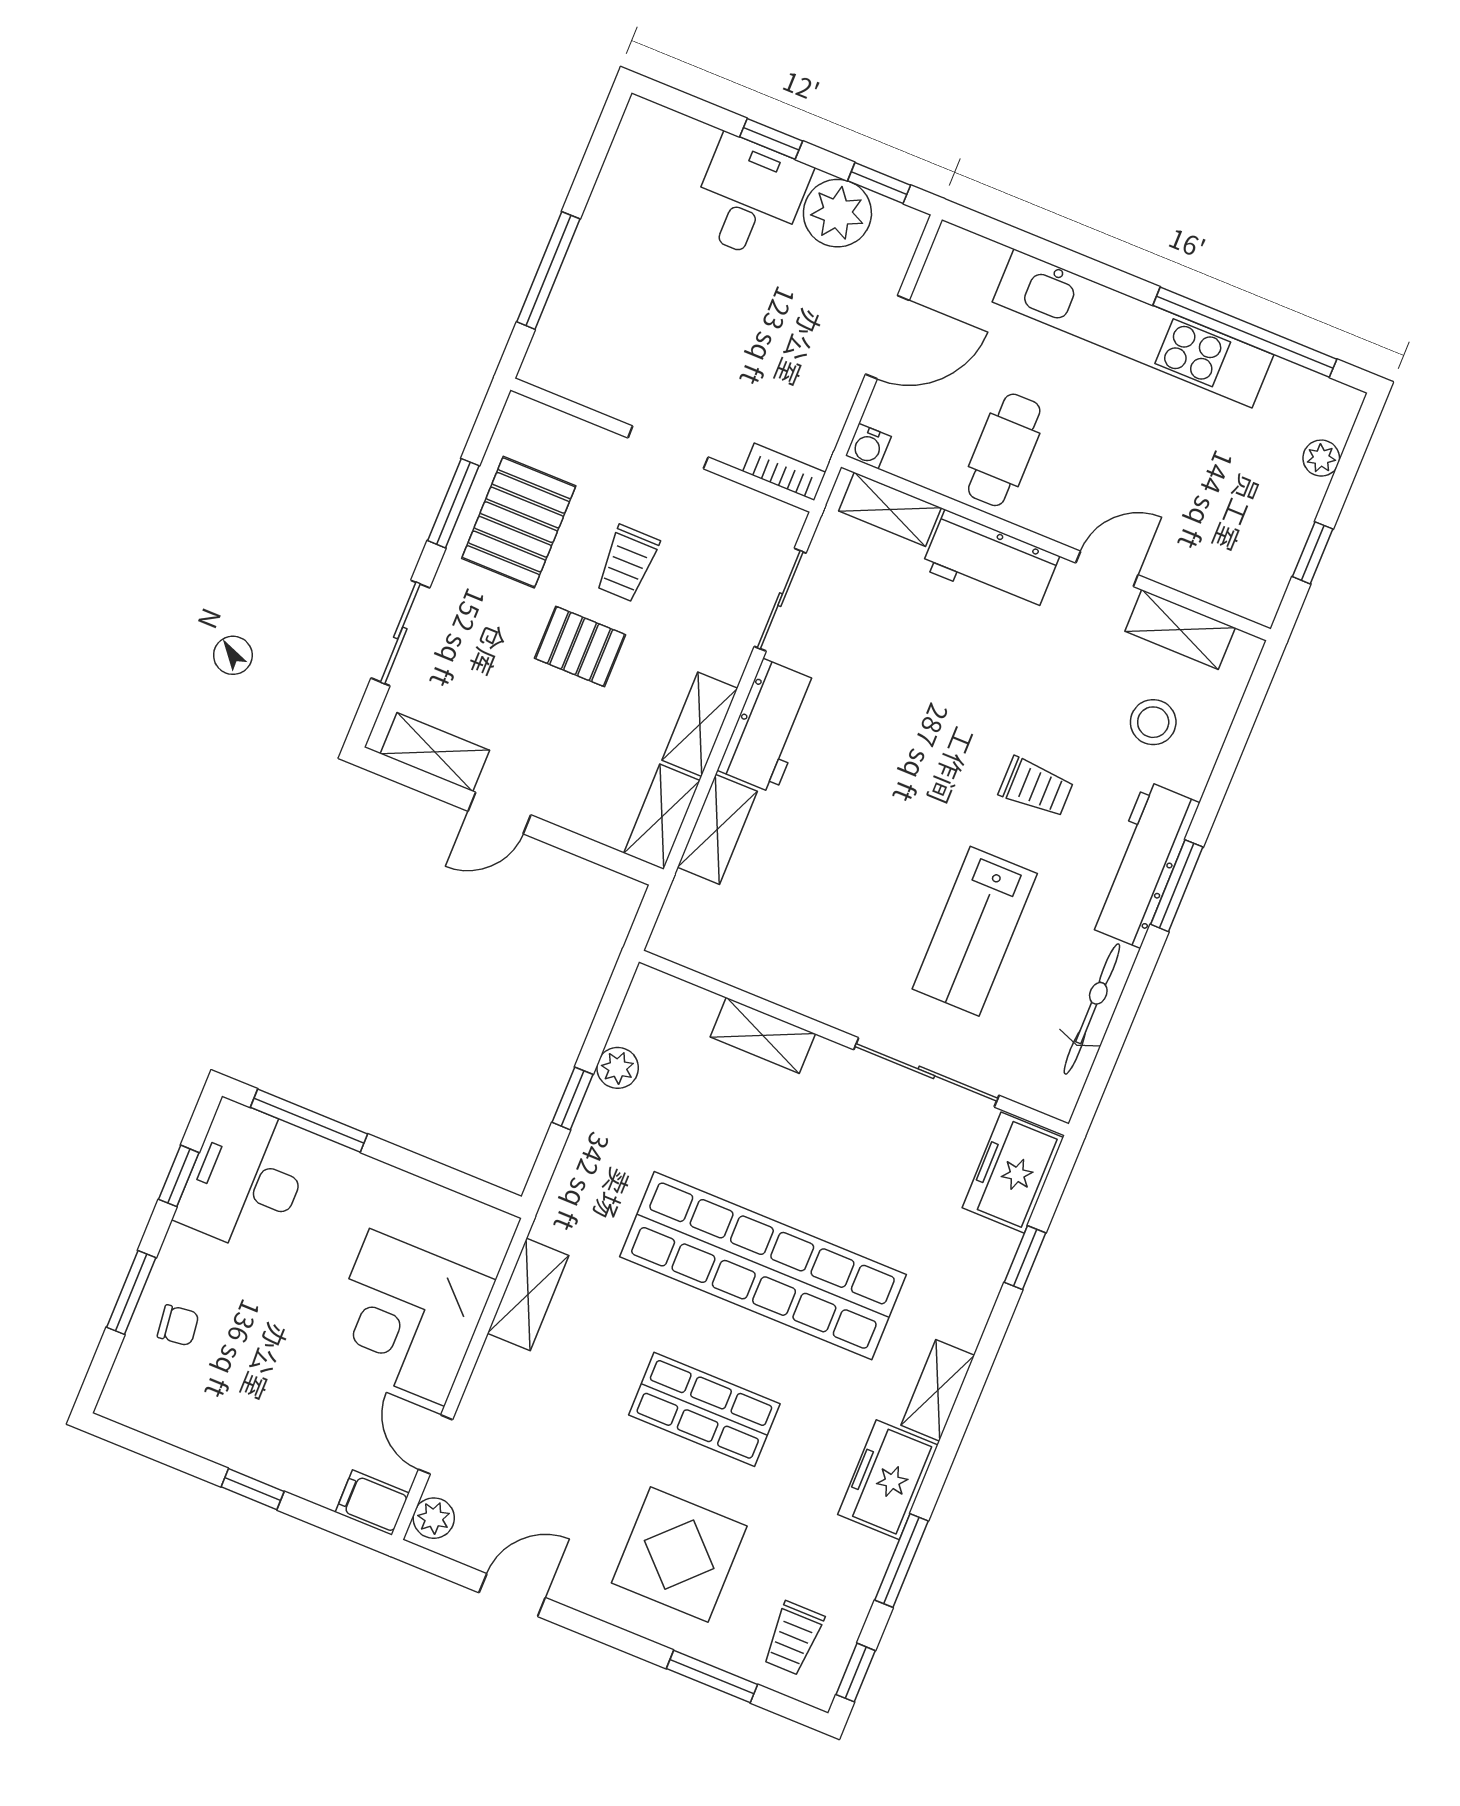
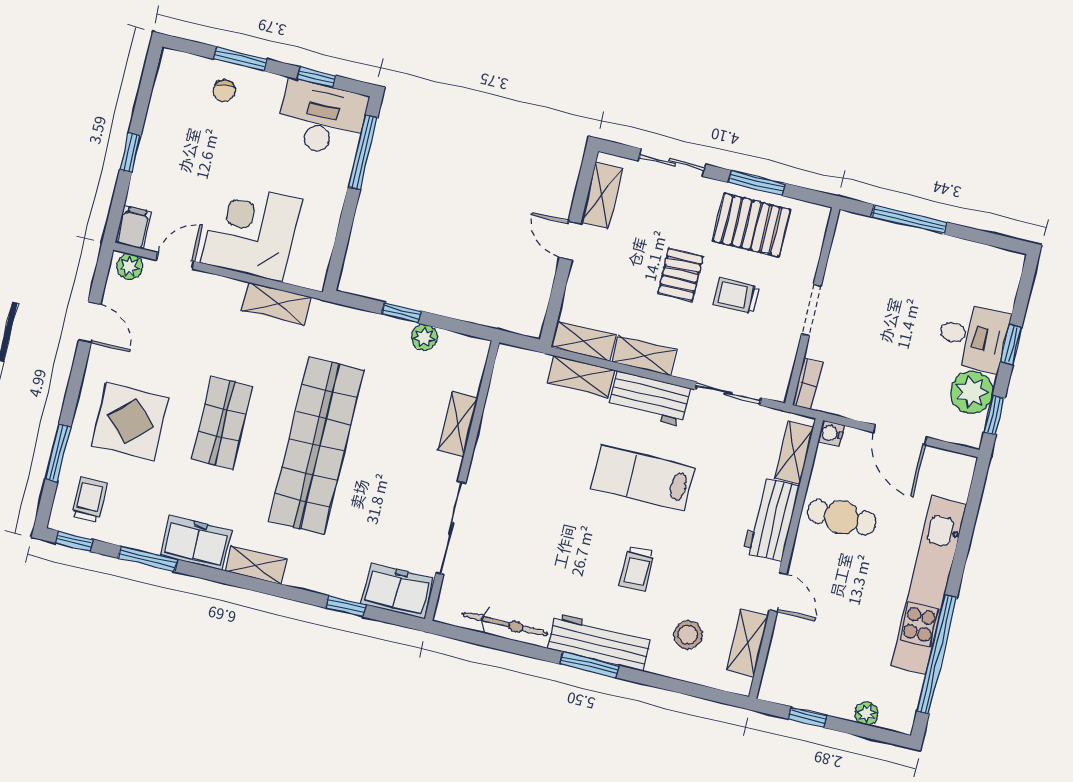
lab bench: (975, 931) -> (643, 478), moved
trolley: (793, 1638) -> (90, 499), turned 90

